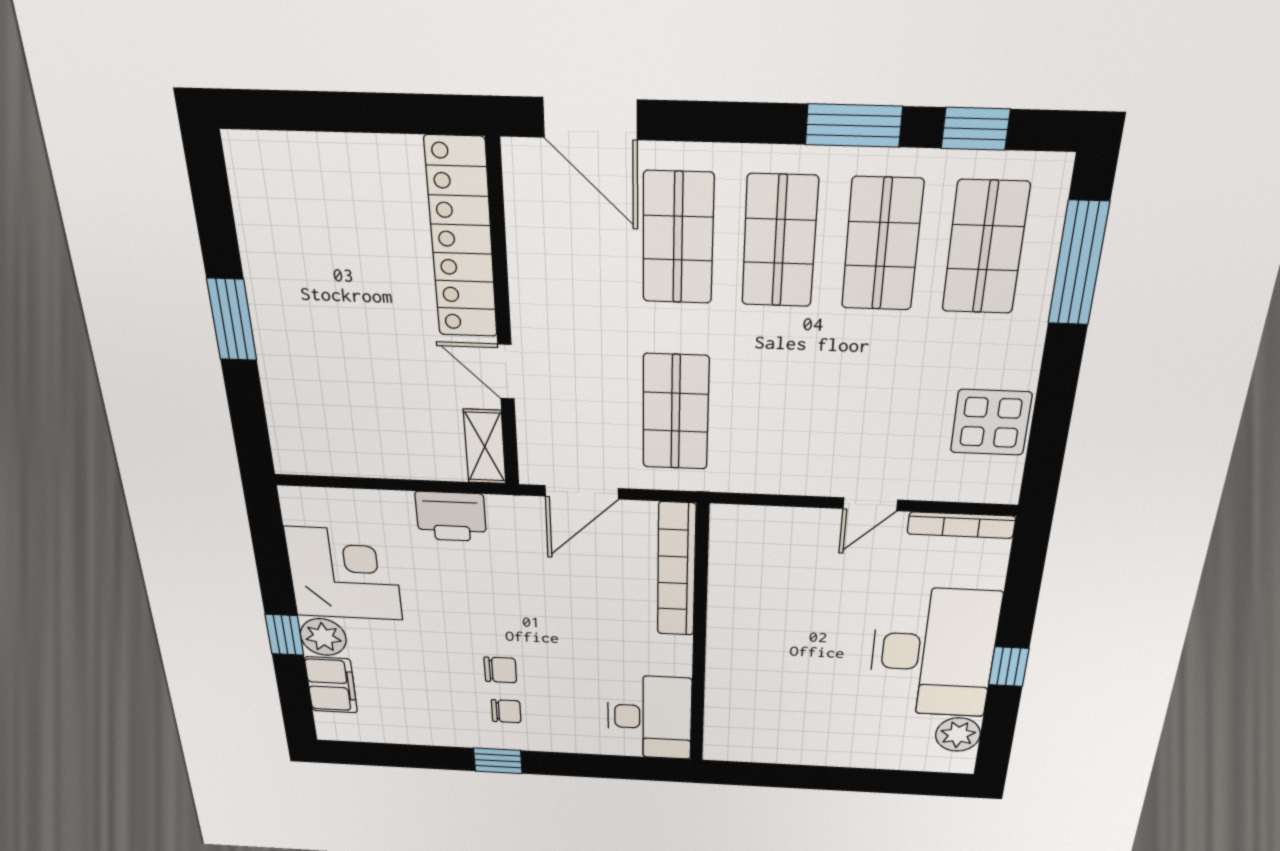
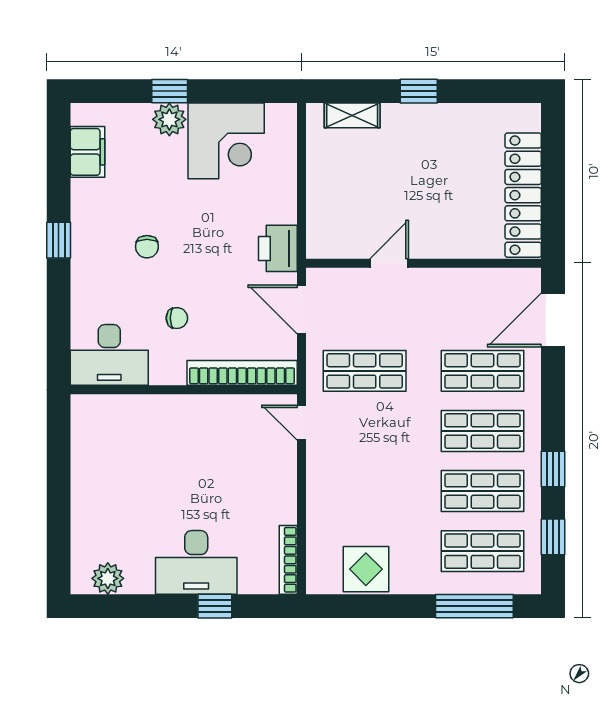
window: (854, 126) -> (553, 469), width x0.67
locker: (461, 239) -> (523, 195), moved, turned -90
window: (232, 320) -> (419, 91), width x0.67
shelving: (485, 447) -> (352, 115), moved
door: (870, 504) -> (301, 423), moved
printer: (451, 516) -> (278, 248), moved
desk: (933, 653) -> (196, 562), width x0.73, depth x0.77
window: (1009, 667) -> (215, 606), moved
filing cabinet: (331, 685) -> (87, 152), moved, turned -90
chair: (506, 711) -> (177, 318), moved, turned -90

